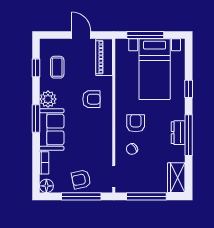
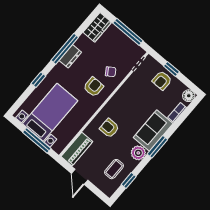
armchair: (136, 123) -> (93, 87), turned 180
armchair: (81, 179) -> (162, 80), turned 103
window: (81, 196) -> (171, 69), width x0.46

